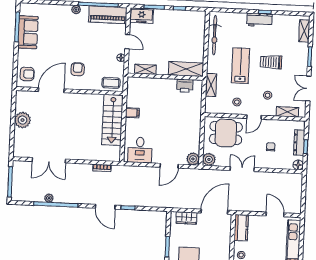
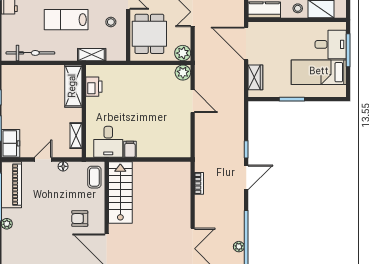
stairs: (112, 120) -> (120, 192), moved, turned -90
desk: (140, 150) -> (108, 142), moved, turned 90

